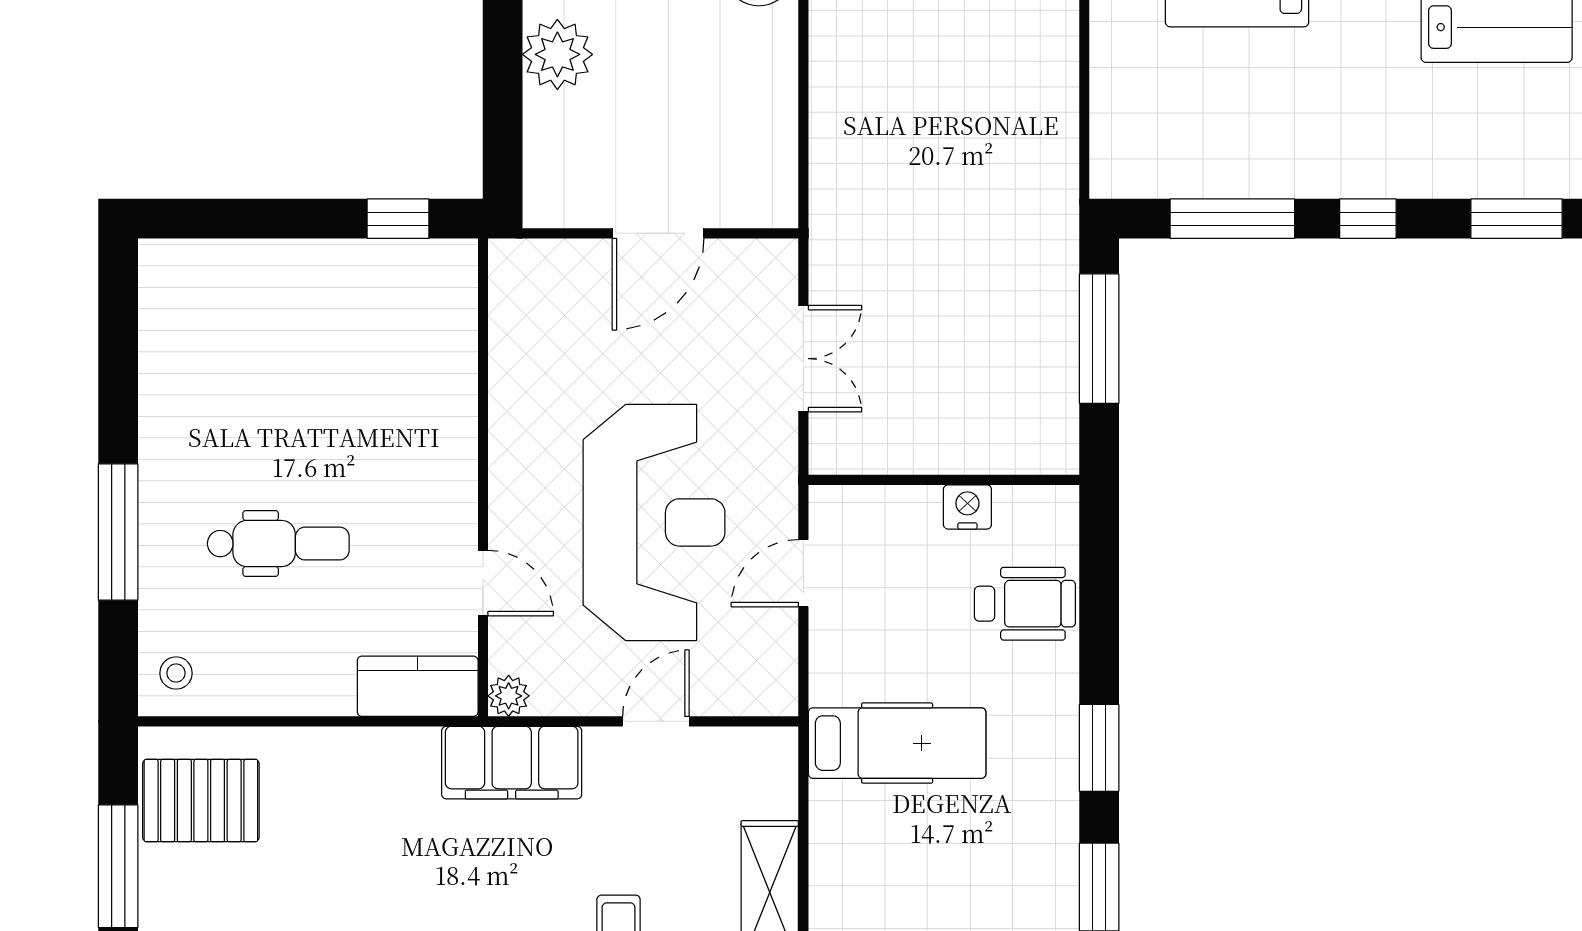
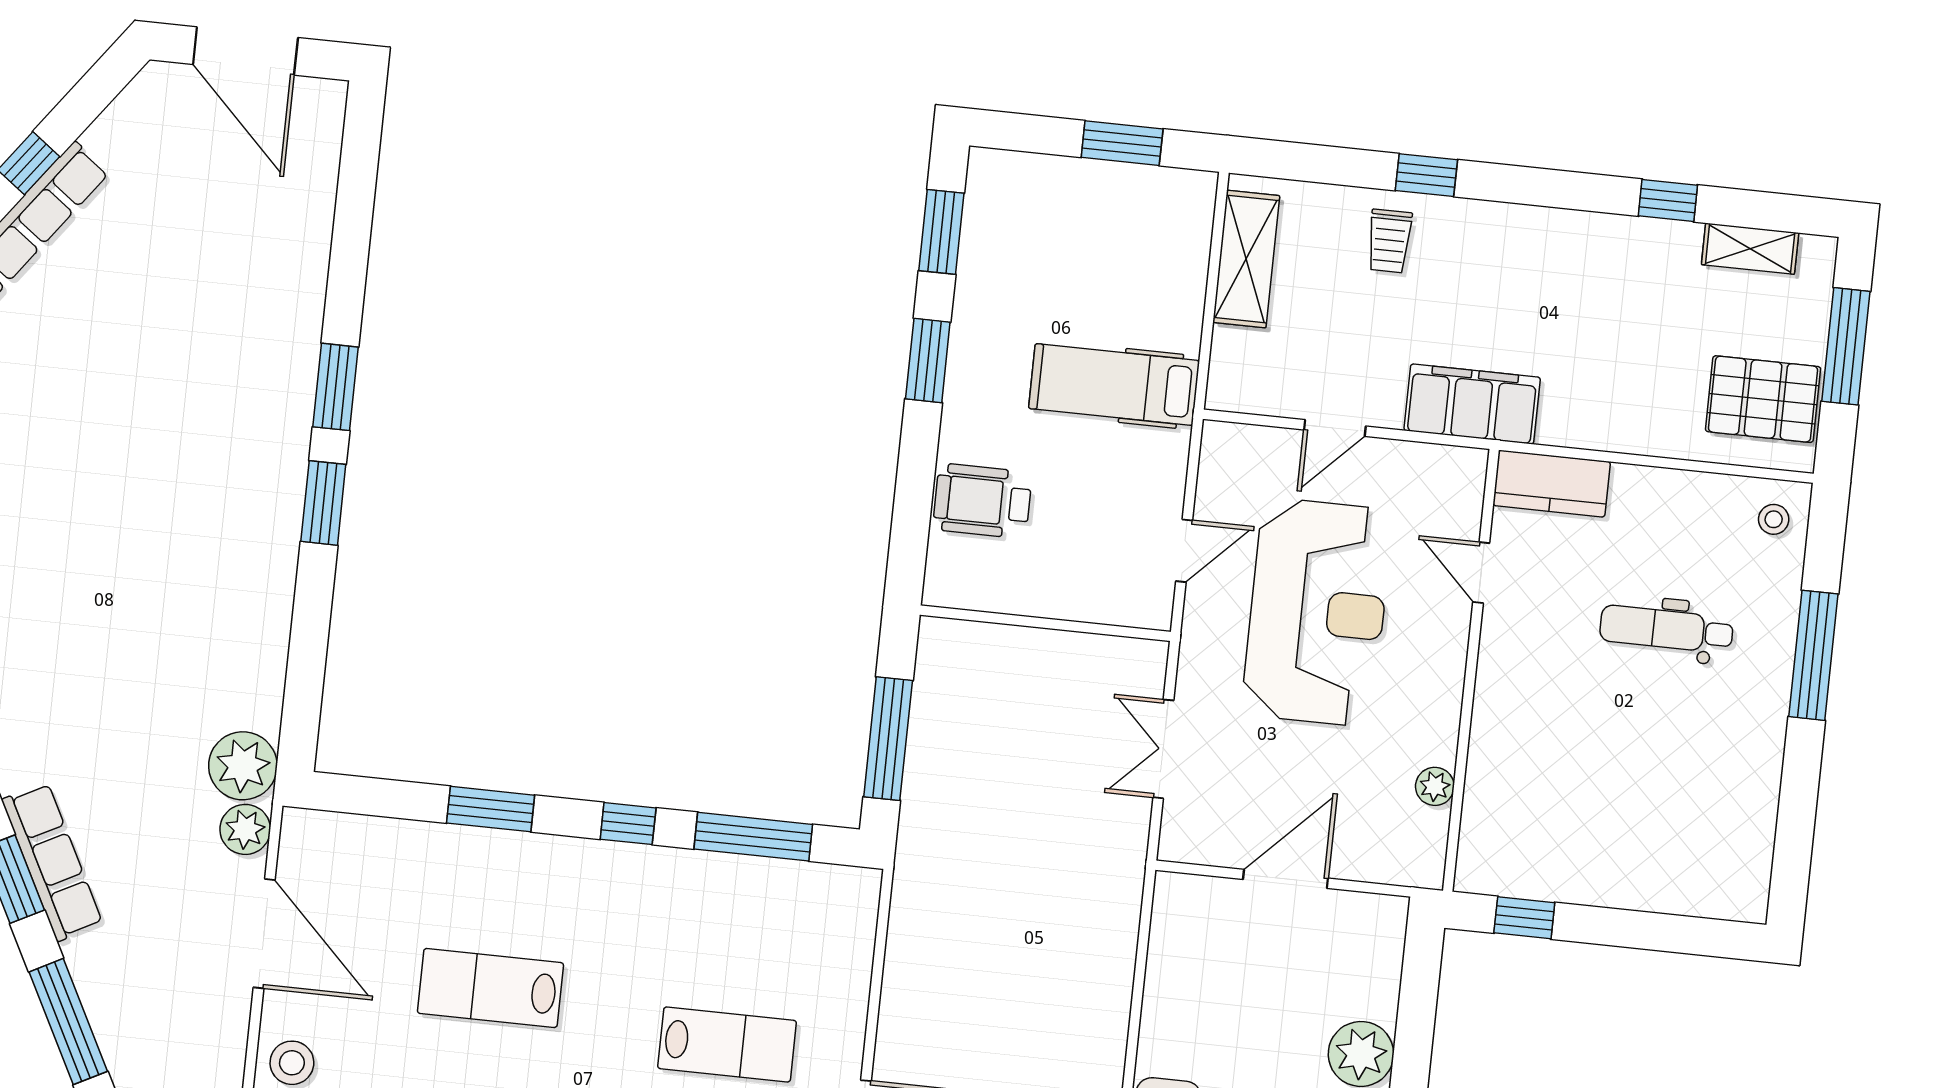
nightstand: (967, 507) -> (1026, 596), removed
reception desk: (654, 522) -> (1317, 612), turned 180
plant: (509, 696) -> (1435, 786), moved

